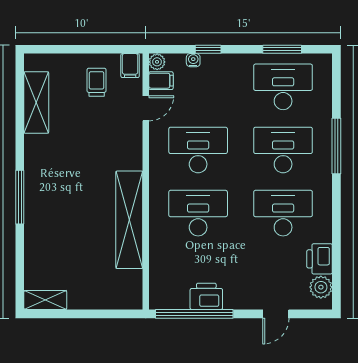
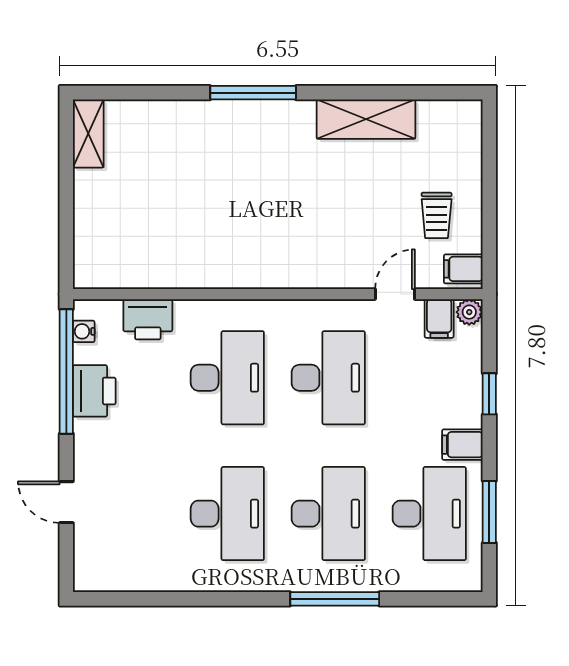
water cooler: (193, 60) -> (84, 331), moved, turned 180
filing cabinet: (240, 66) -> (462, 445), added
trolley: (97, 82) -> (437, 215), turned 90
shelving: (36, 102) -> (366, 119), moved
door: (146, 108) -> (395, 294), swing flipped
shelving: (129, 220) -> (217, 268), removed
printer: (320, 259) -> (148, 319), moved, turned 180
plant: (321, 287) -> (109, 574), removed

